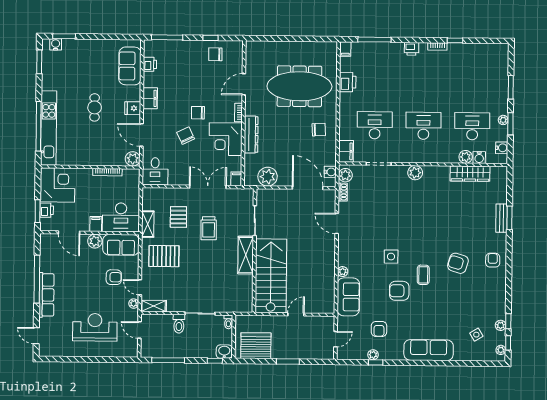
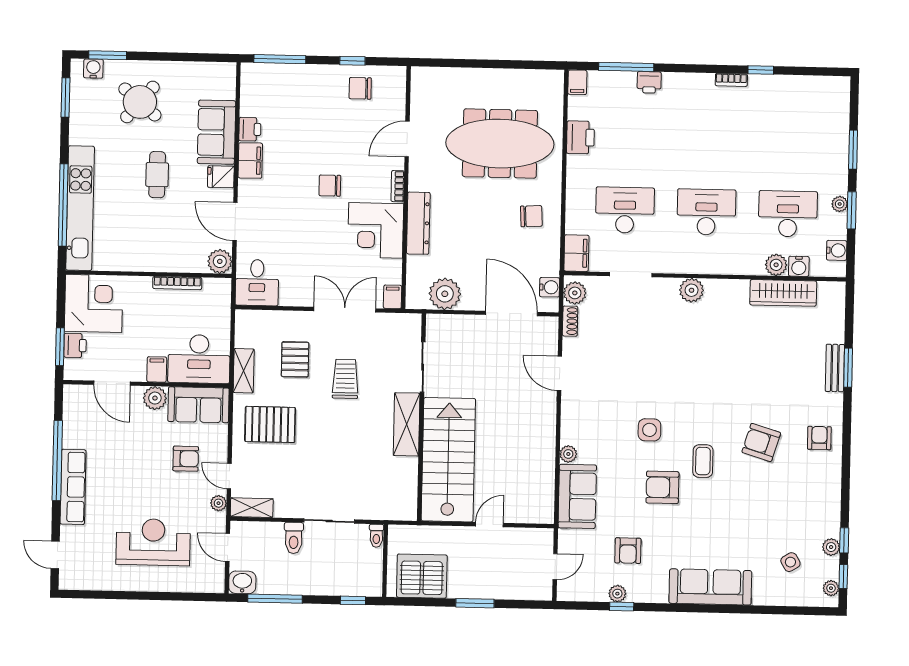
printer: (412, 49) -> (649, 82), moved
round table: (84, 64) -> (140, 102), added
printer: (150, 64) -> (250, 129), moved
sofa: (130, 66) -> (217, 132), moved
chair: (186, 136) -> (309, 224), removed
trolley: (209, 228) -> (345, 379), turned 180
washbasin: (224, 352) -> (242, 582), moved

